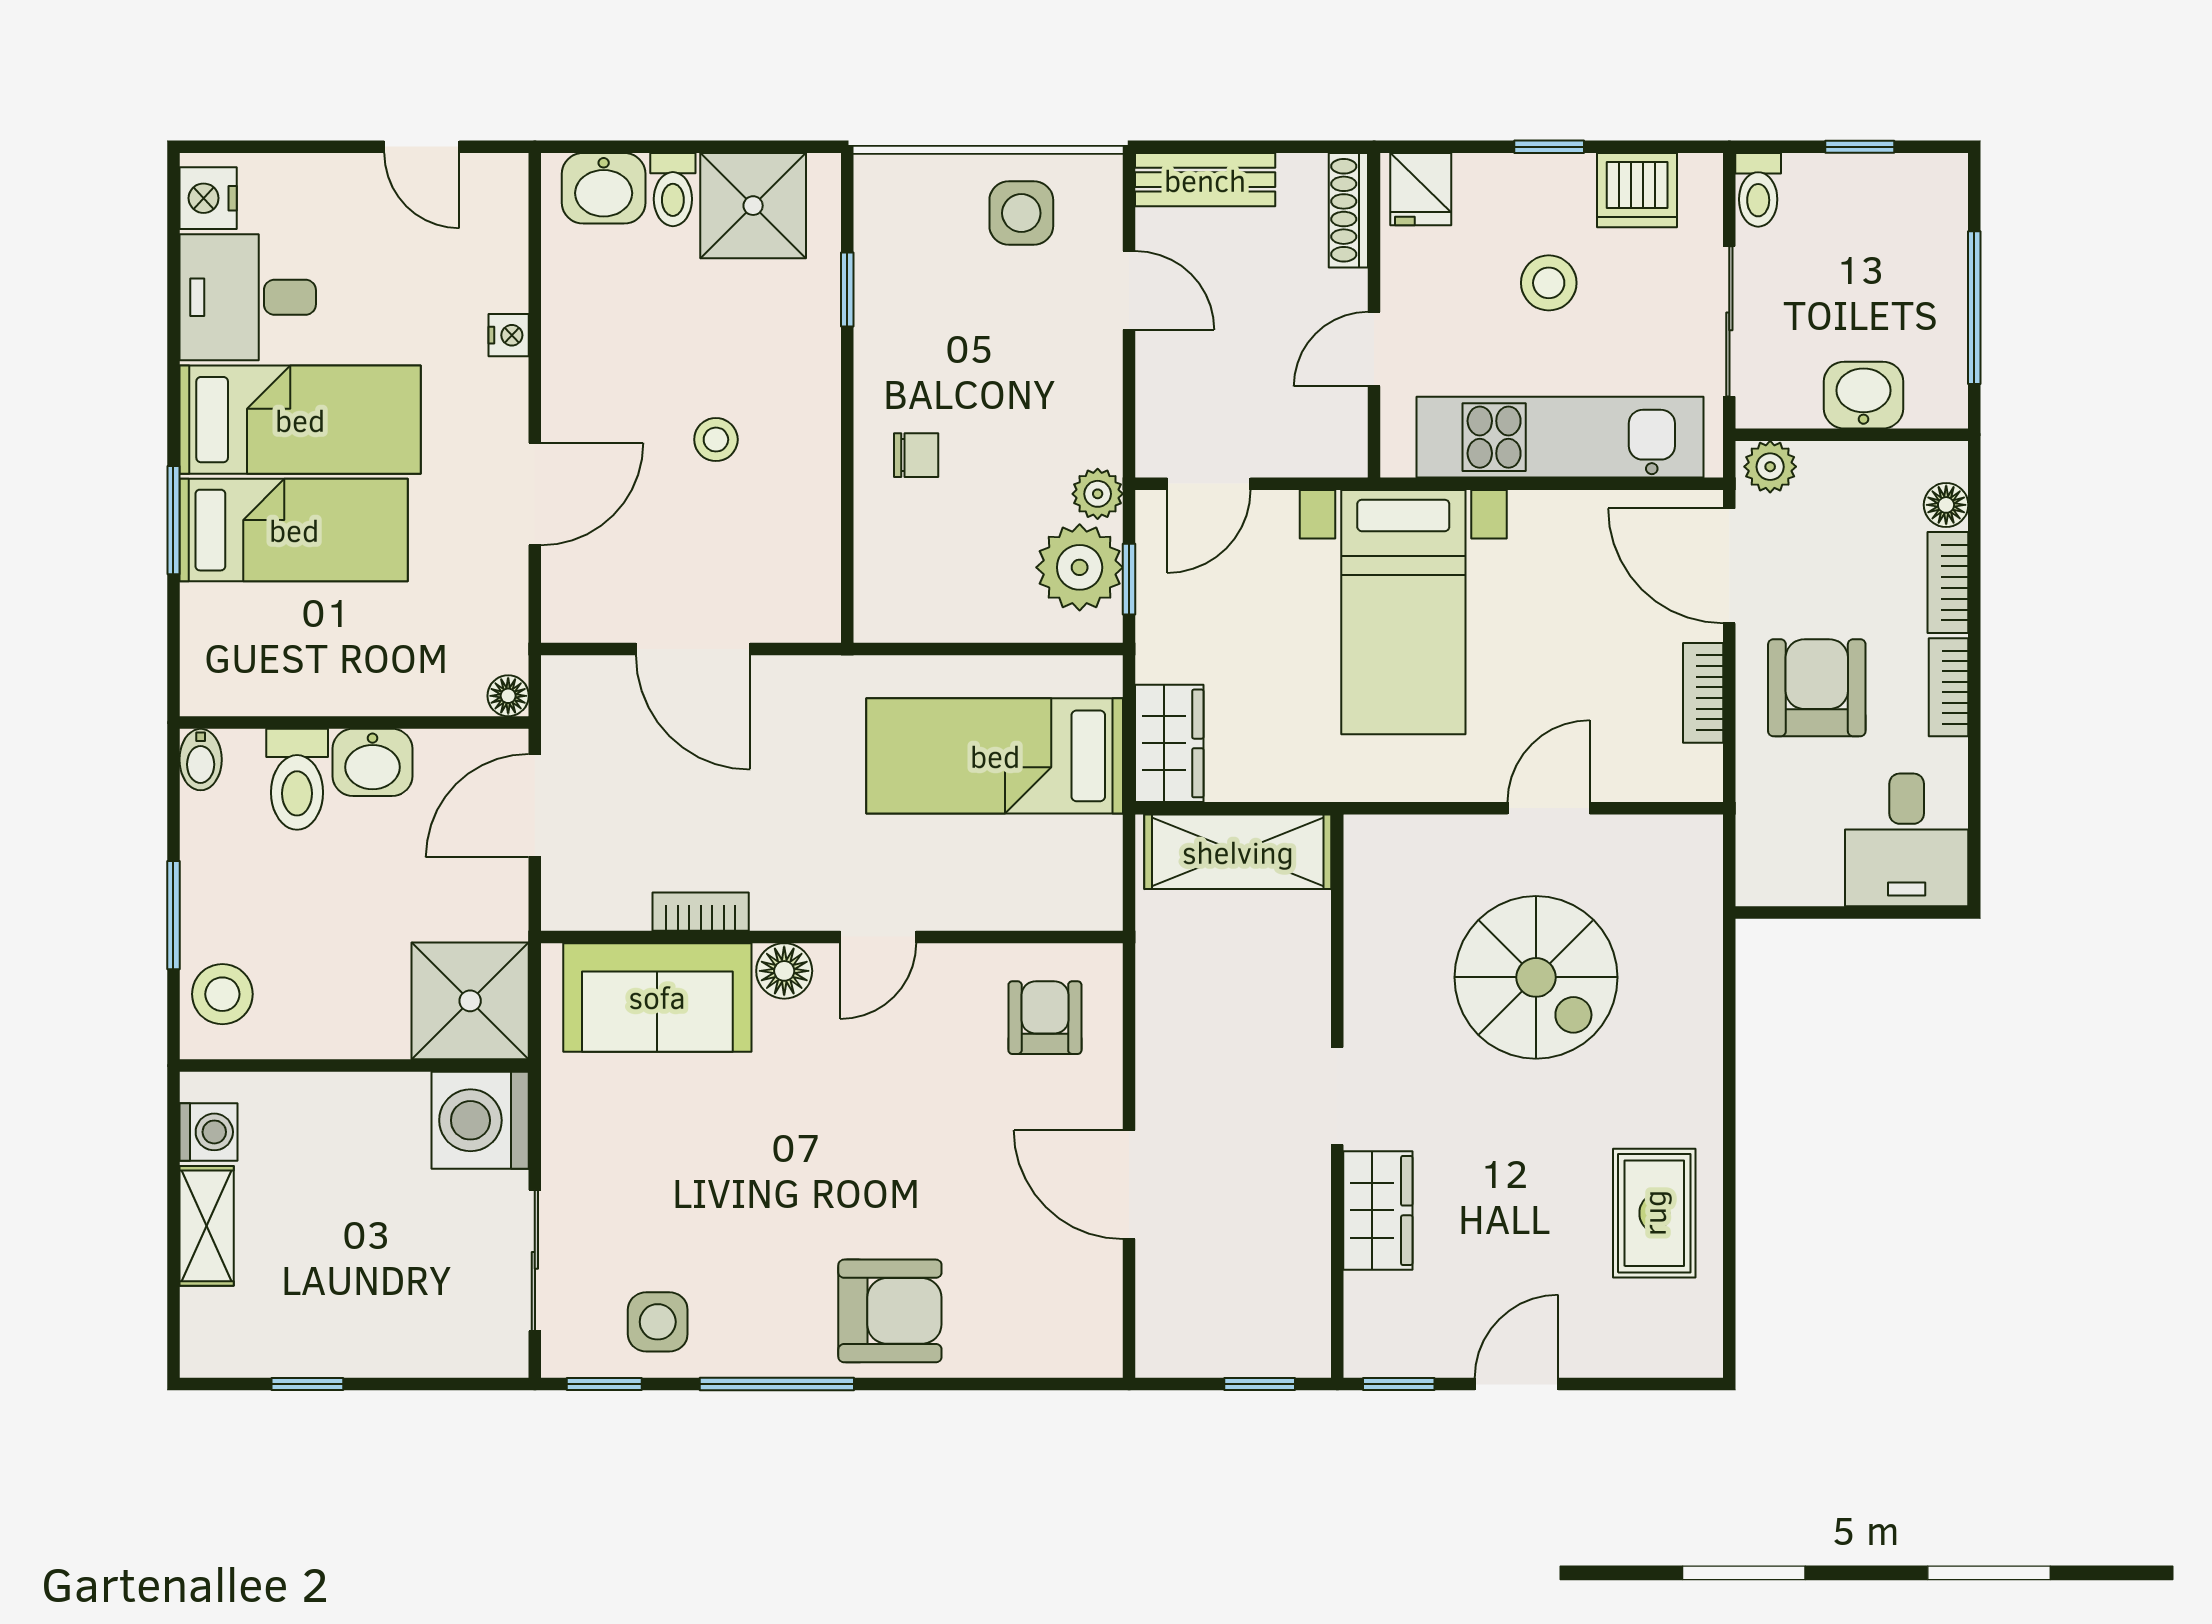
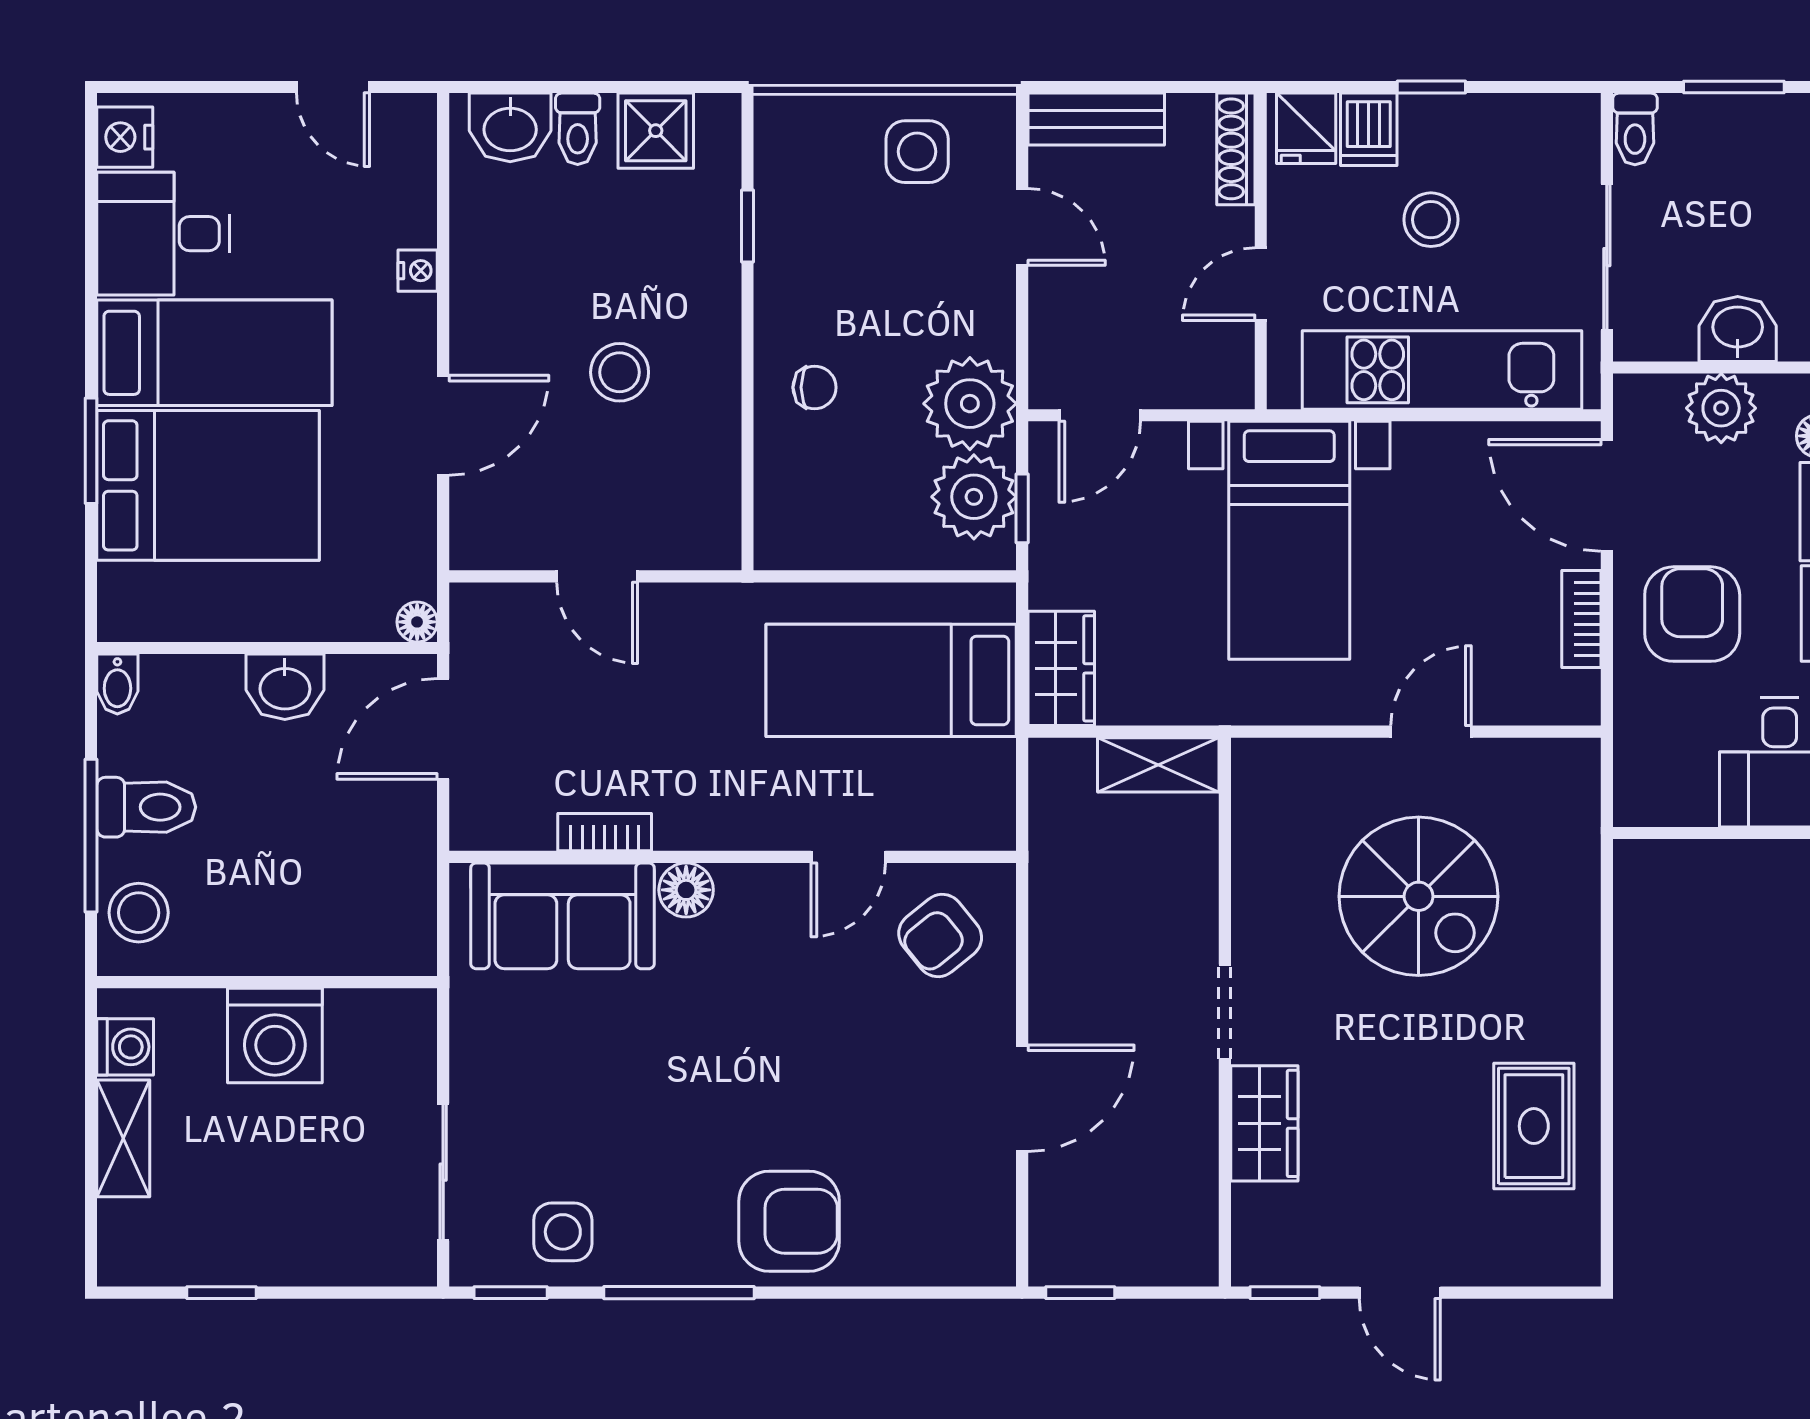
window: (1860, 147) -> (1734, 87), width x1.50
dishwasher: (1637, 190) -> (1369, 129), moved, width x0.73
shower: (753, 206) -> (656, 131), width x0.73, depth x0.73
stool: (716, 440) -> (620, 372), width x1.37, depth x1.37
plant: (1770, 467) -> (1721, 408), moved, width x1.38, depth x1.38
plant: (1098, 494) -> (970, 404), width x1.87, depth x1.87
bed: (294, 530) -> (208, 485), width x1.50
door: (693, 649) -> (597, 576), width x0.73
toilet: (297, 779) -> (146, 807), moved, turned -90
shelving: (1238, 852) -> (1158, 765), width x0.67, depth x0.75
window: (173, 915) -> (91, 836), width x1.44
door: (878, 937) -> (848, 857), moved
shower: (470, 1001) -> (380, 919), removed
armchair: (1045, 1018) -> (940, 935), turned -129
washing machine: (480, 1120) -> (275, 1036), moved, turned -90
door: (1129, 1185) -> (1022, 1098), swing flipped
window: (1260, 1384) -> (1080, 1293), moved
door: (1517, 1384) -> (1400, 1293), swing flipped

